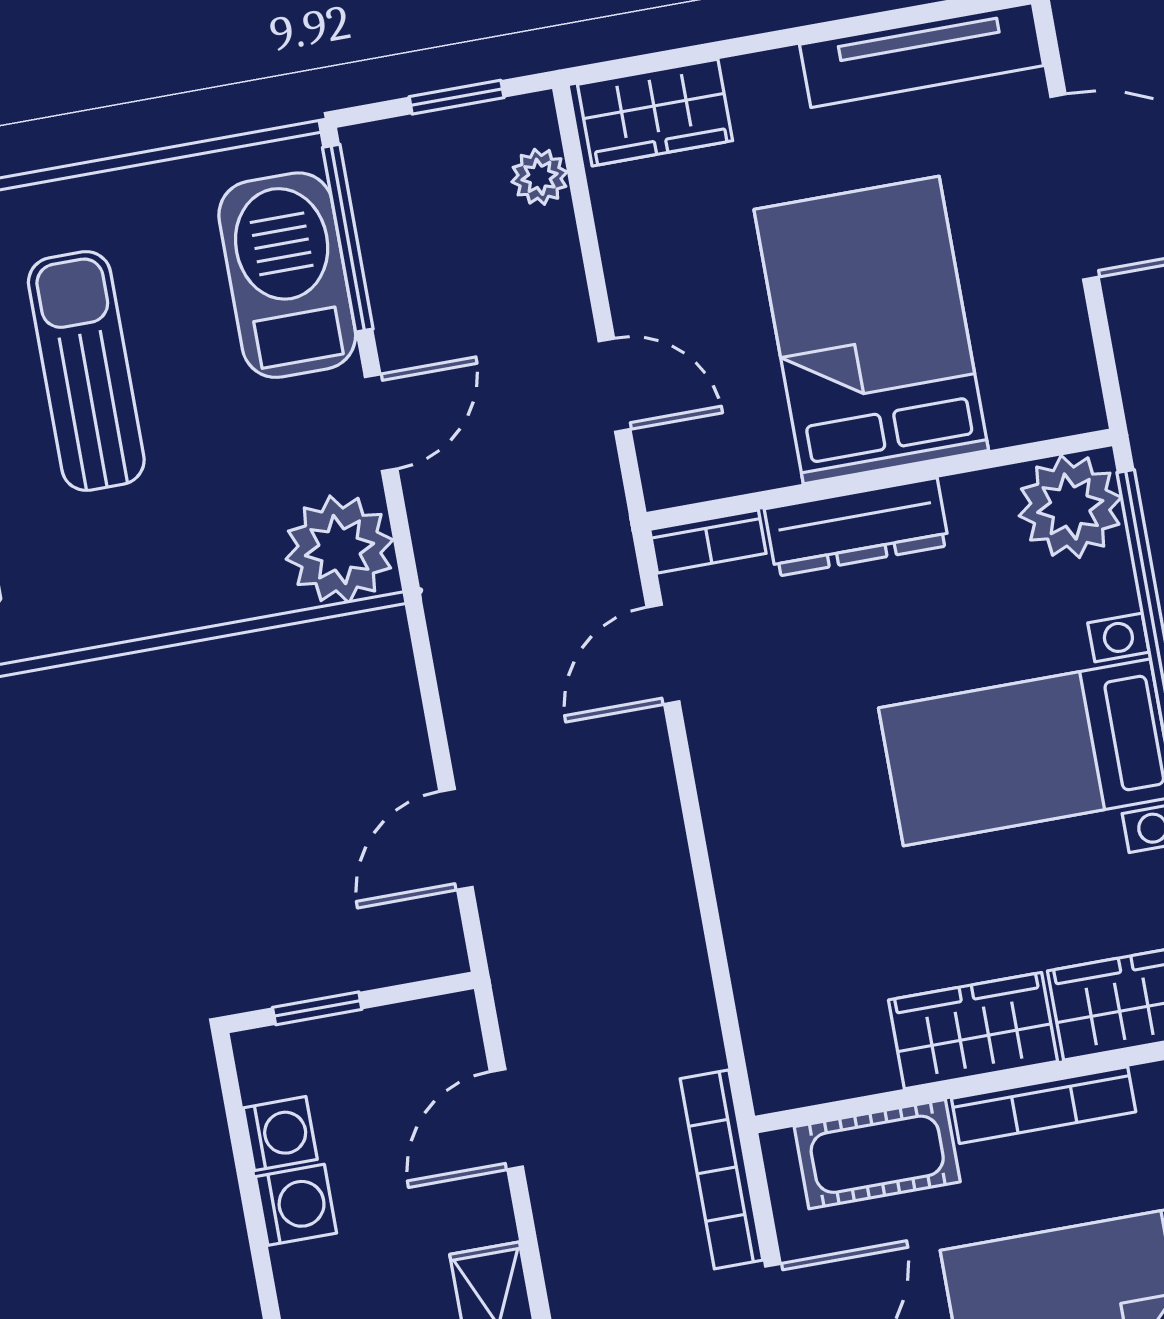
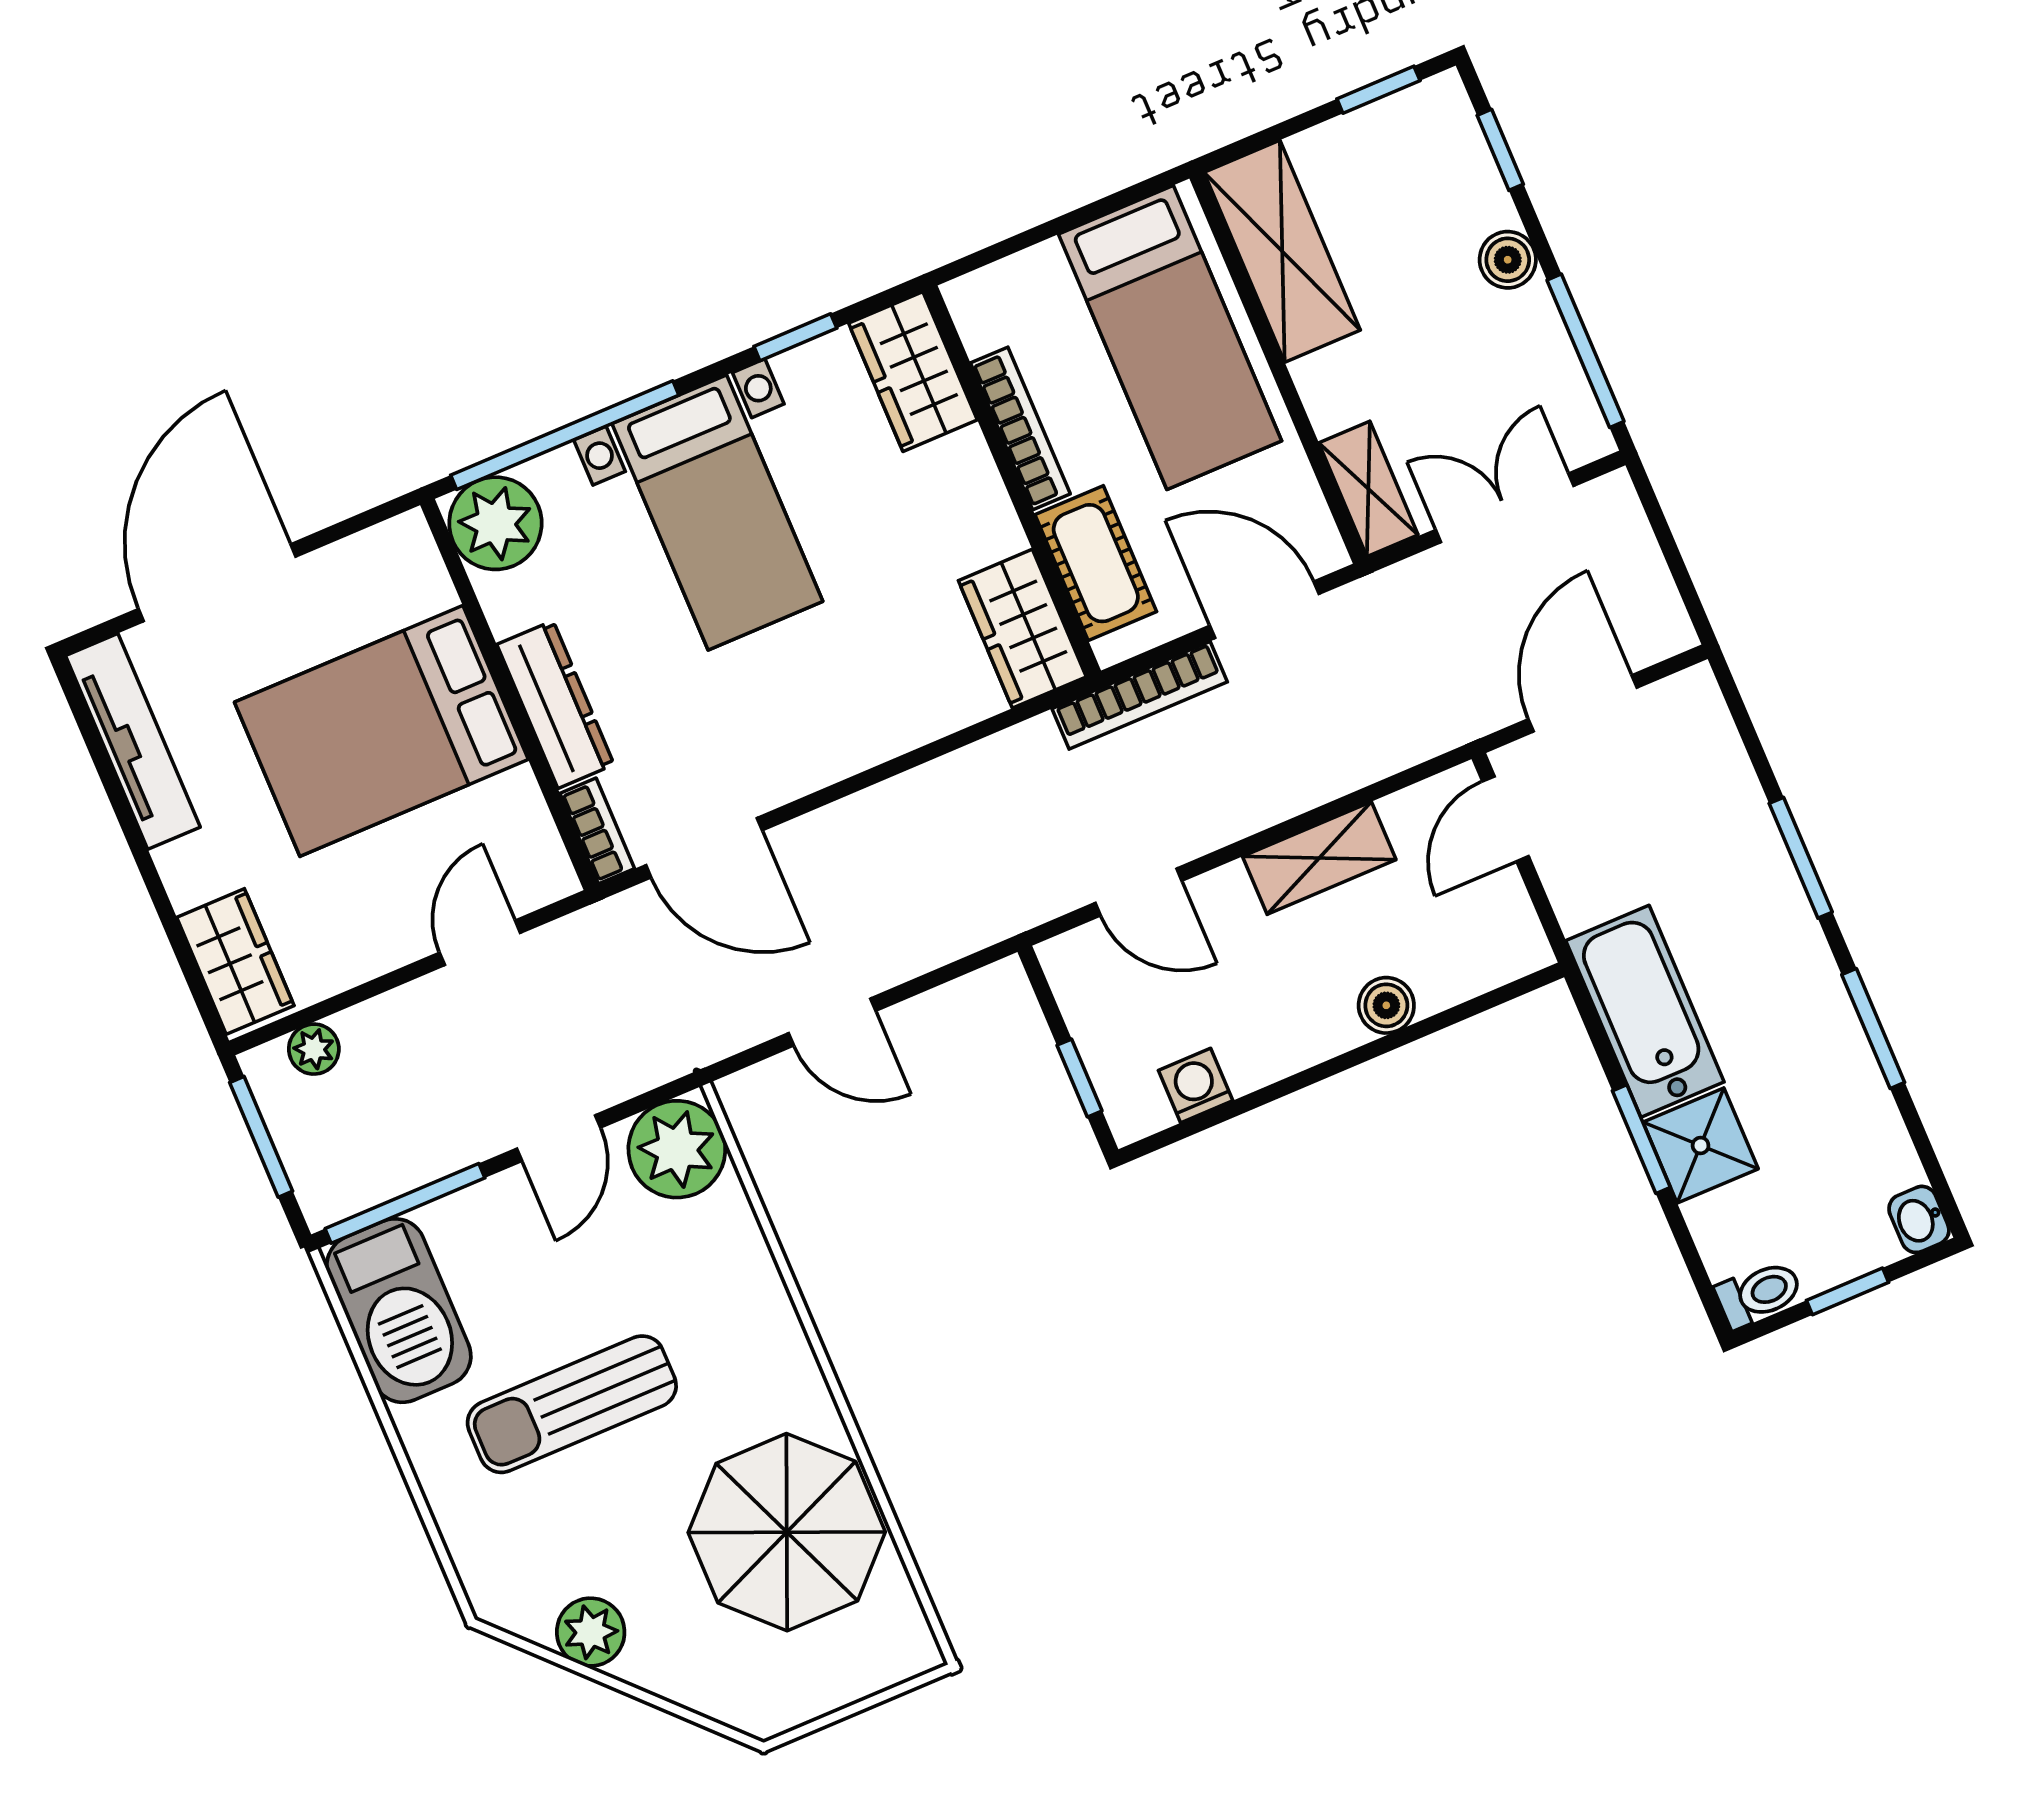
window: (457, 97) -> (261, 1137), width x1.50
barbecue: (287, 275) -> (399, 1311), moved, turned -90
door: (381, 423) -> (559, 1138), swing flipped
door: (663, 654) -> (704, 848), width x1.38
door: (456, 839) -> (832, 1022), moved
wardrobe: (973, 1031) -> (1022, 629), moved
washing machine: (296, 1205) -> (1254, 1058), removed

